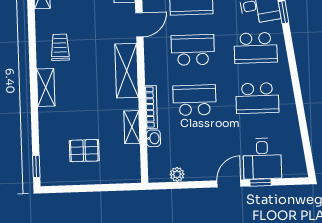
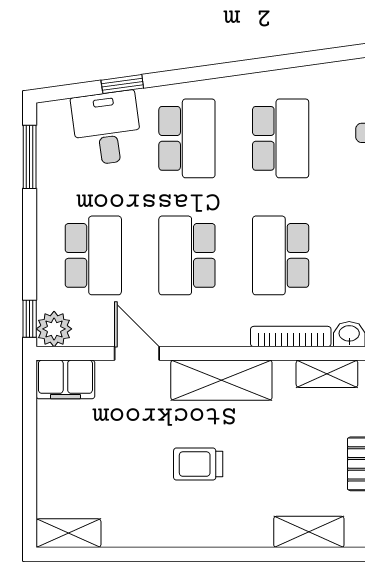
trolley: (60, 47) -> (198, 464), moved
shelving: (46, 87) -> (309, 532), moved

